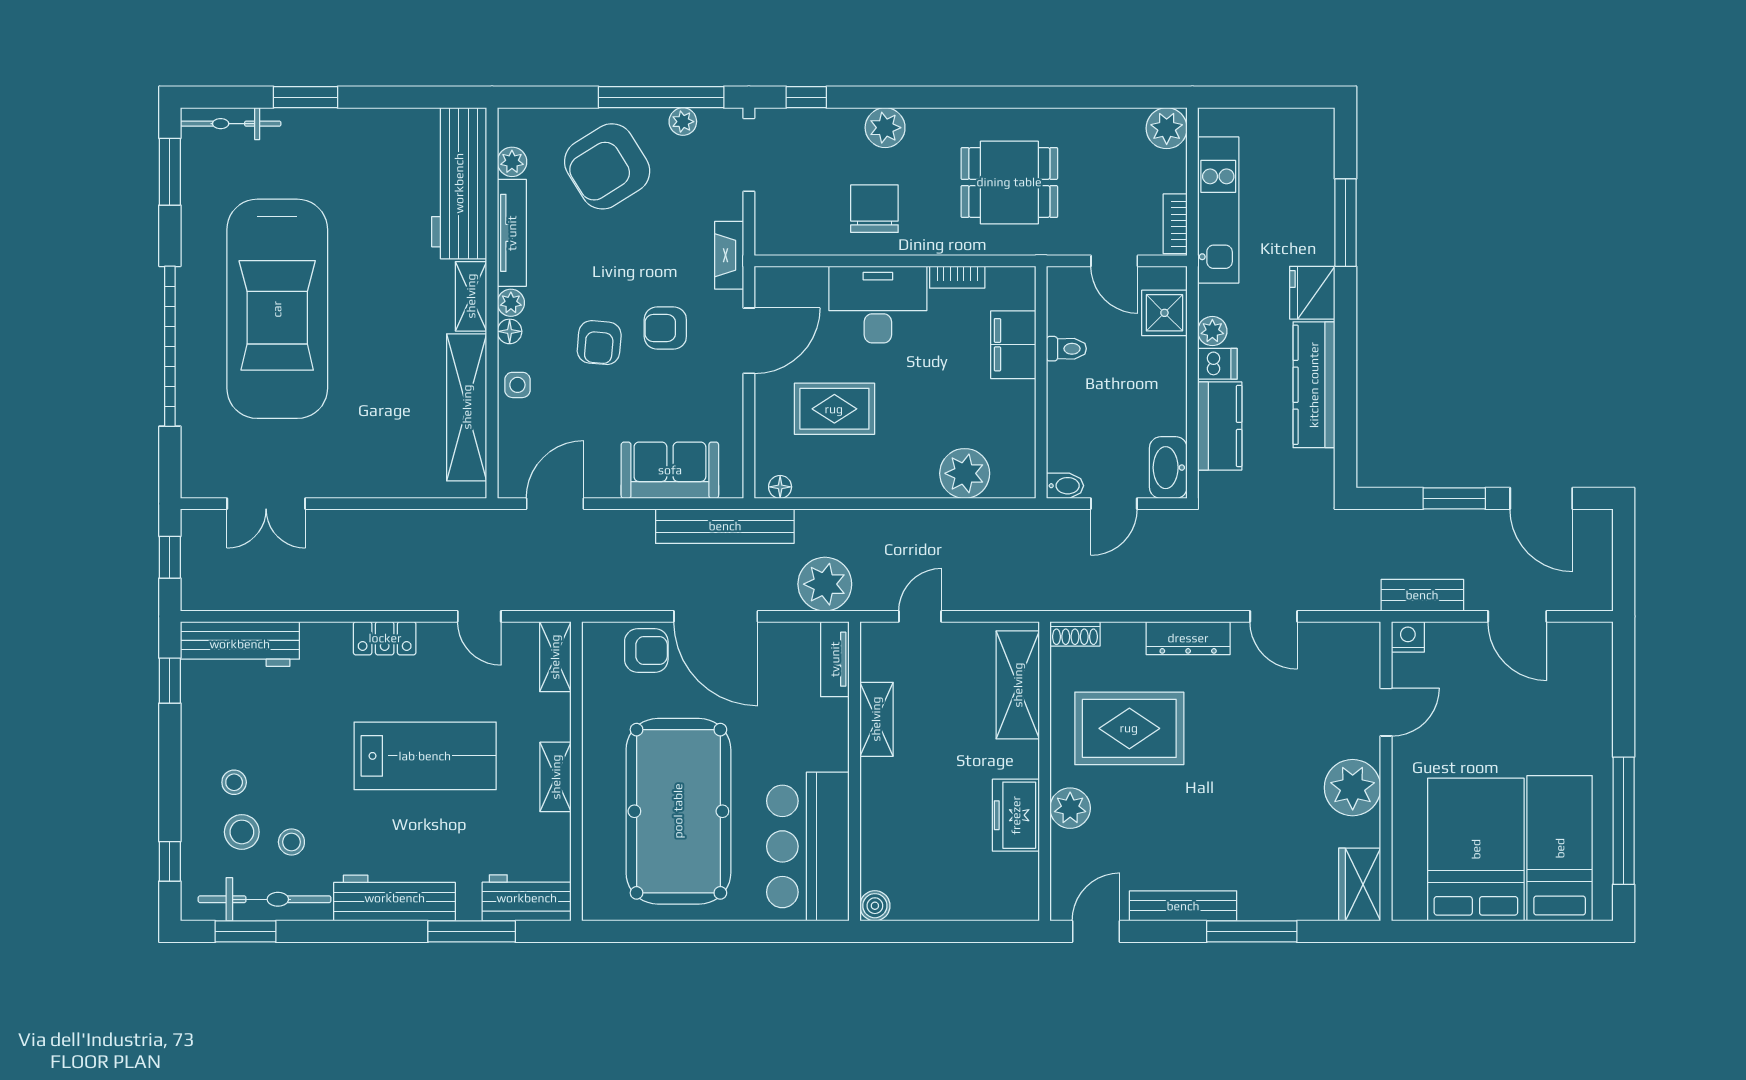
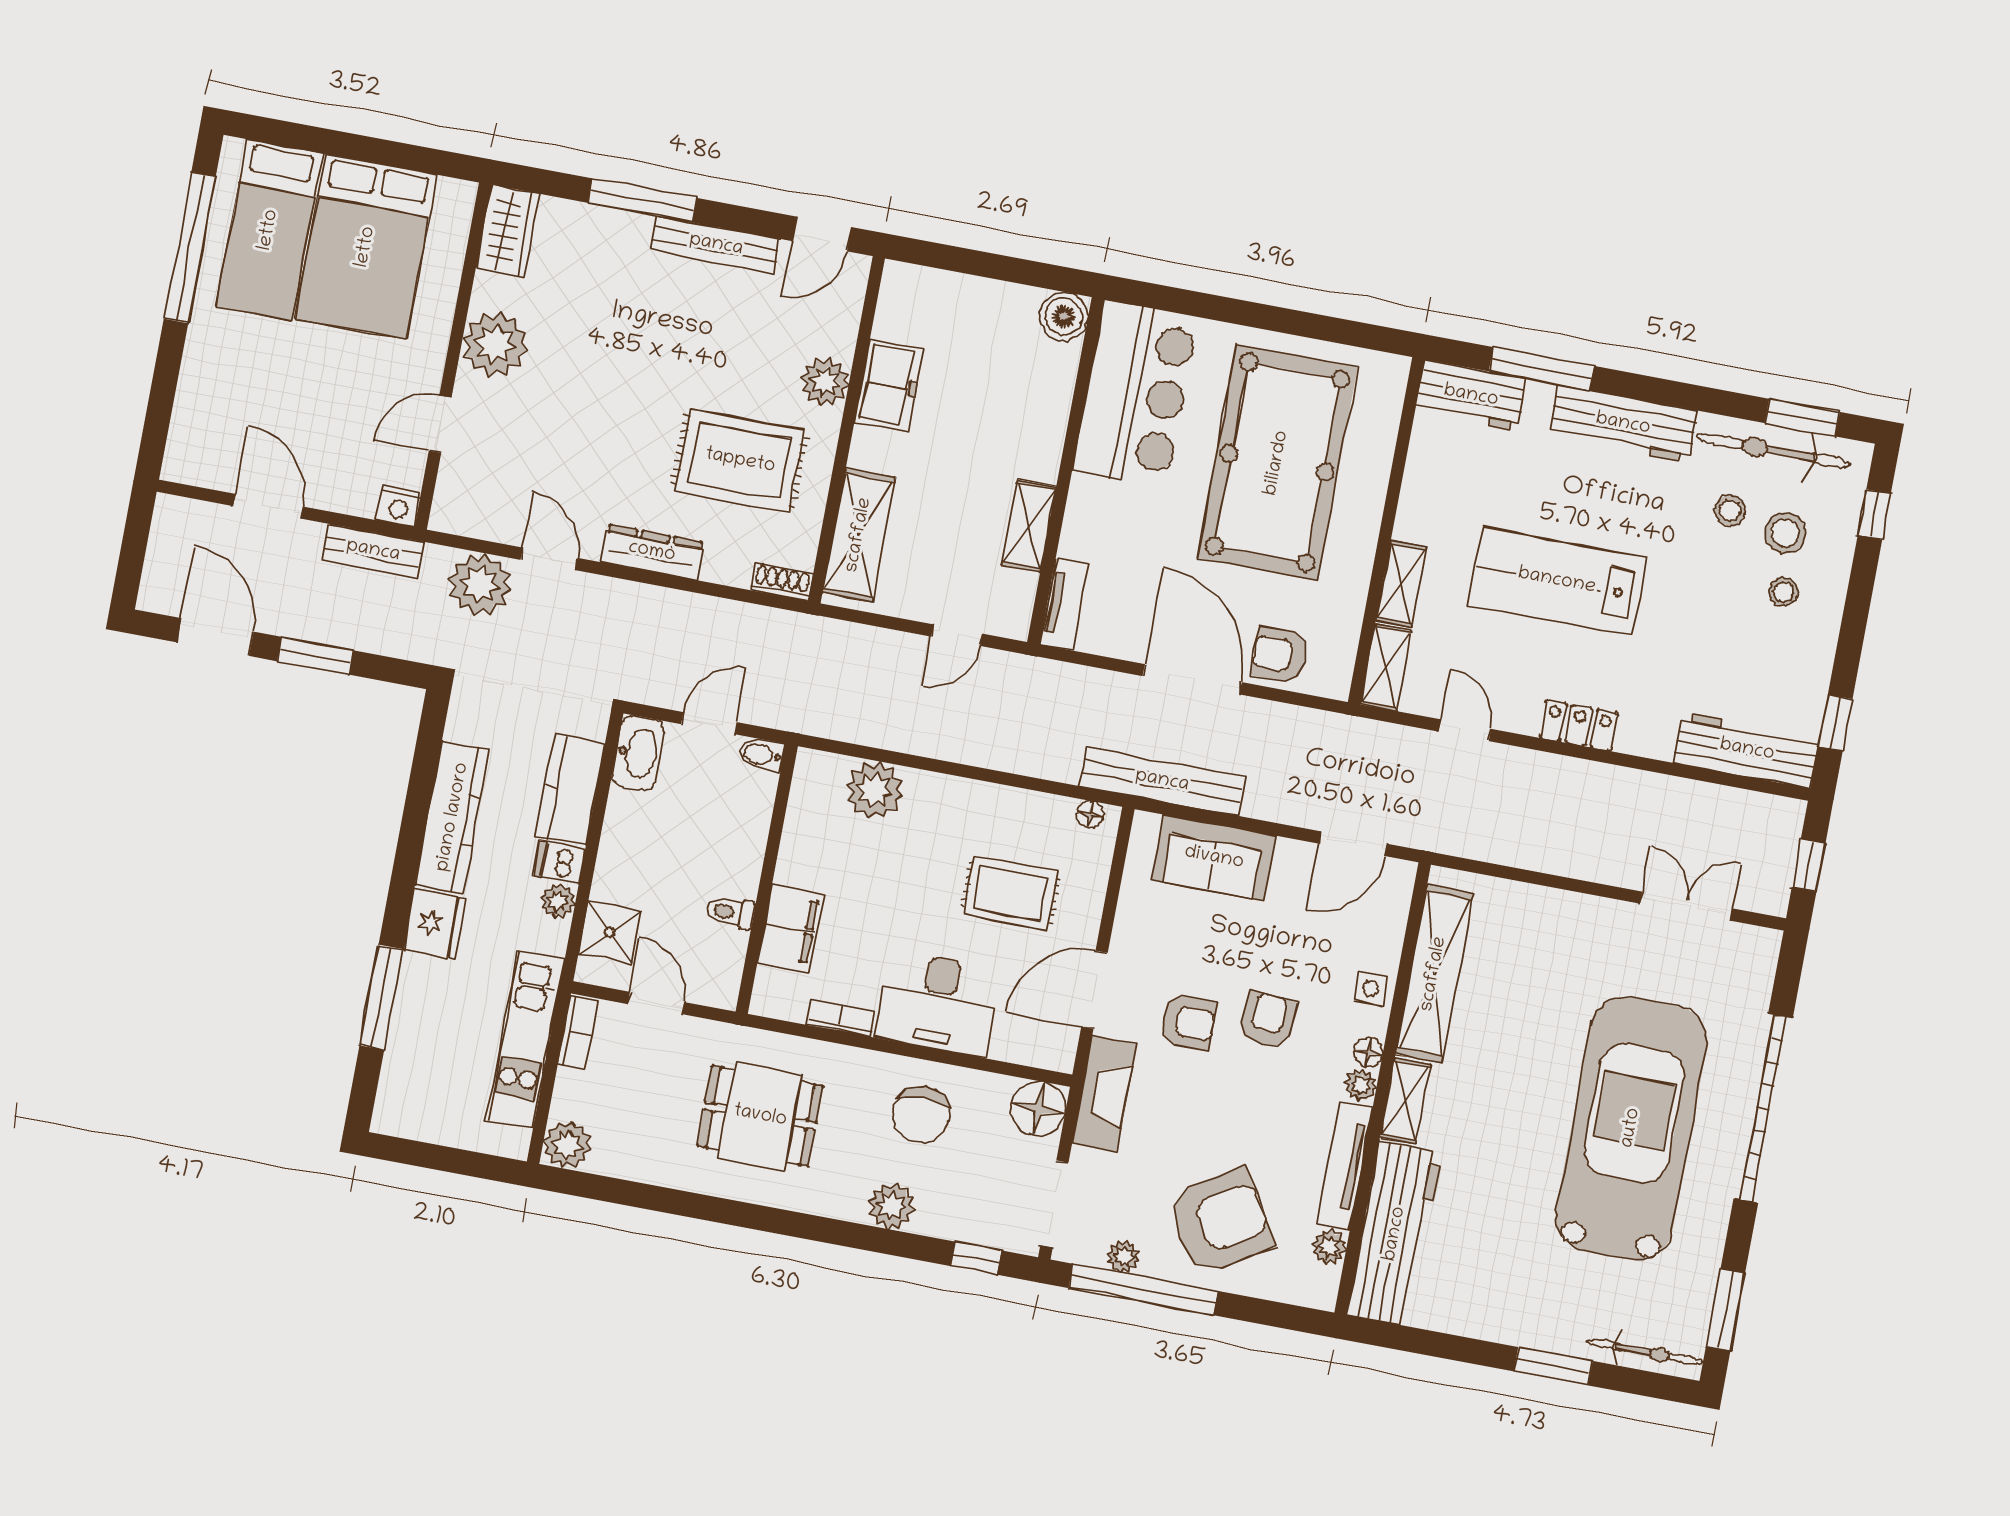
floor lamp: (777, 232) -> (1038, 1109), added
fireplace: (729, 255) -> (1104, 1094), width x1.37, depth x1.32
plant: (825, 584) -> (480, 584), moved
shelving: (556, 777) -> (1401, 584), moved
boiler: (875, 906) -> (1064, 316), width x1.36, depth x1.36

